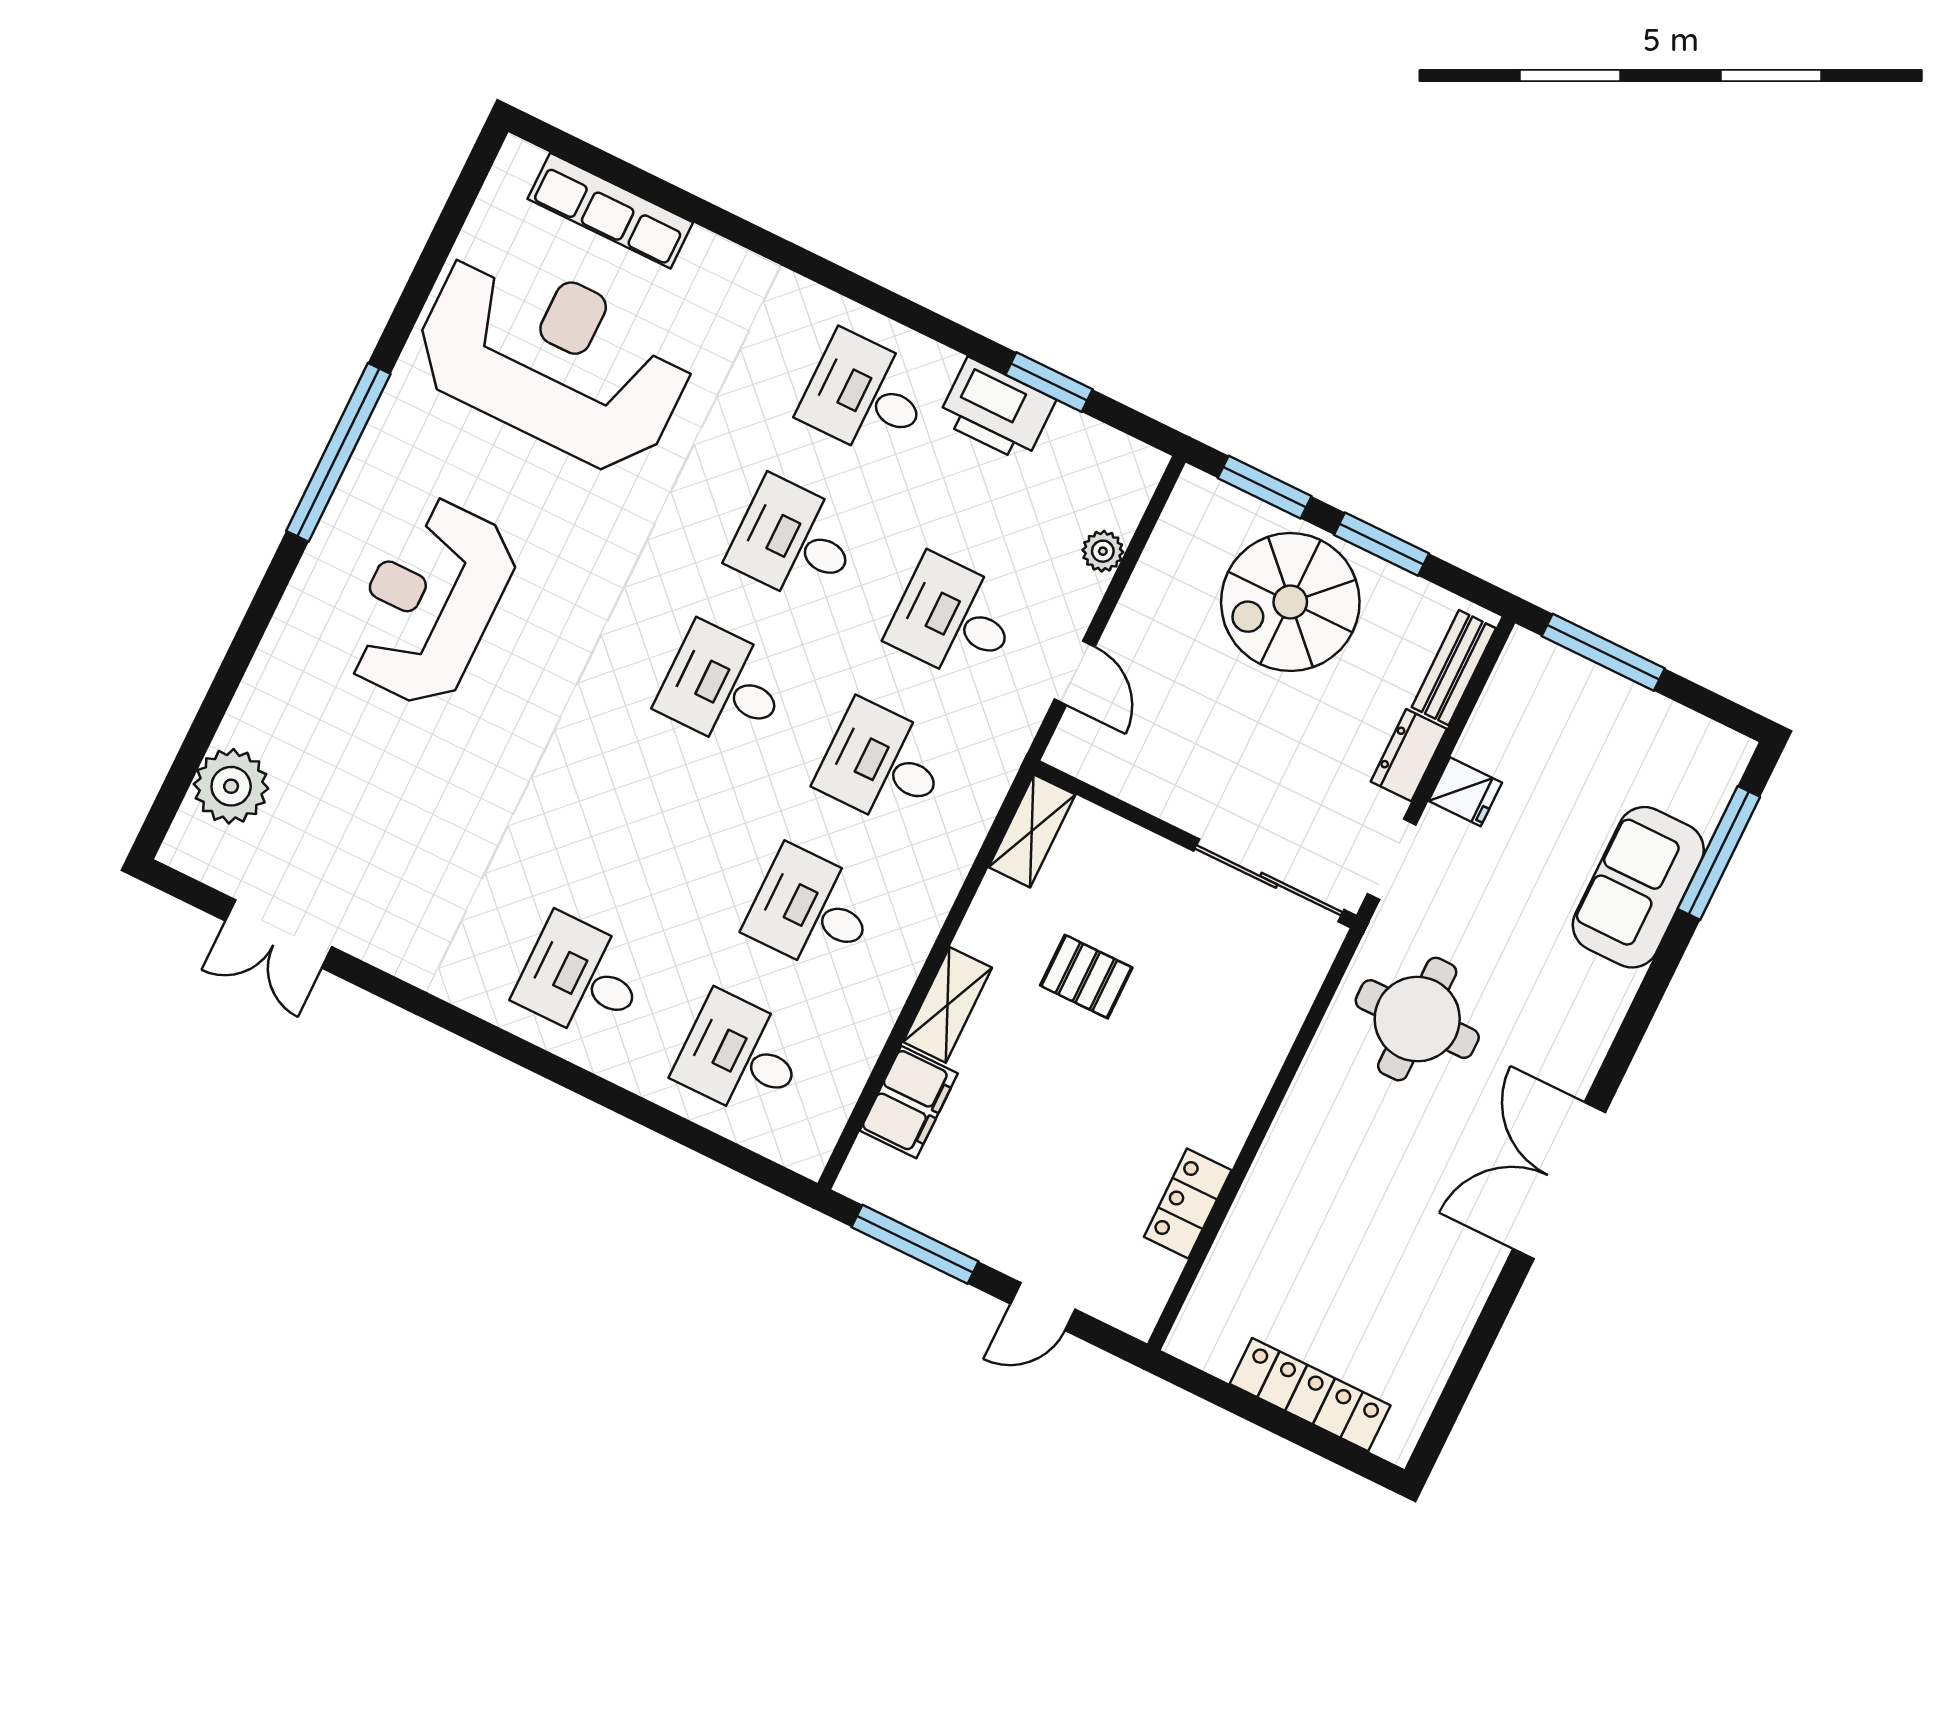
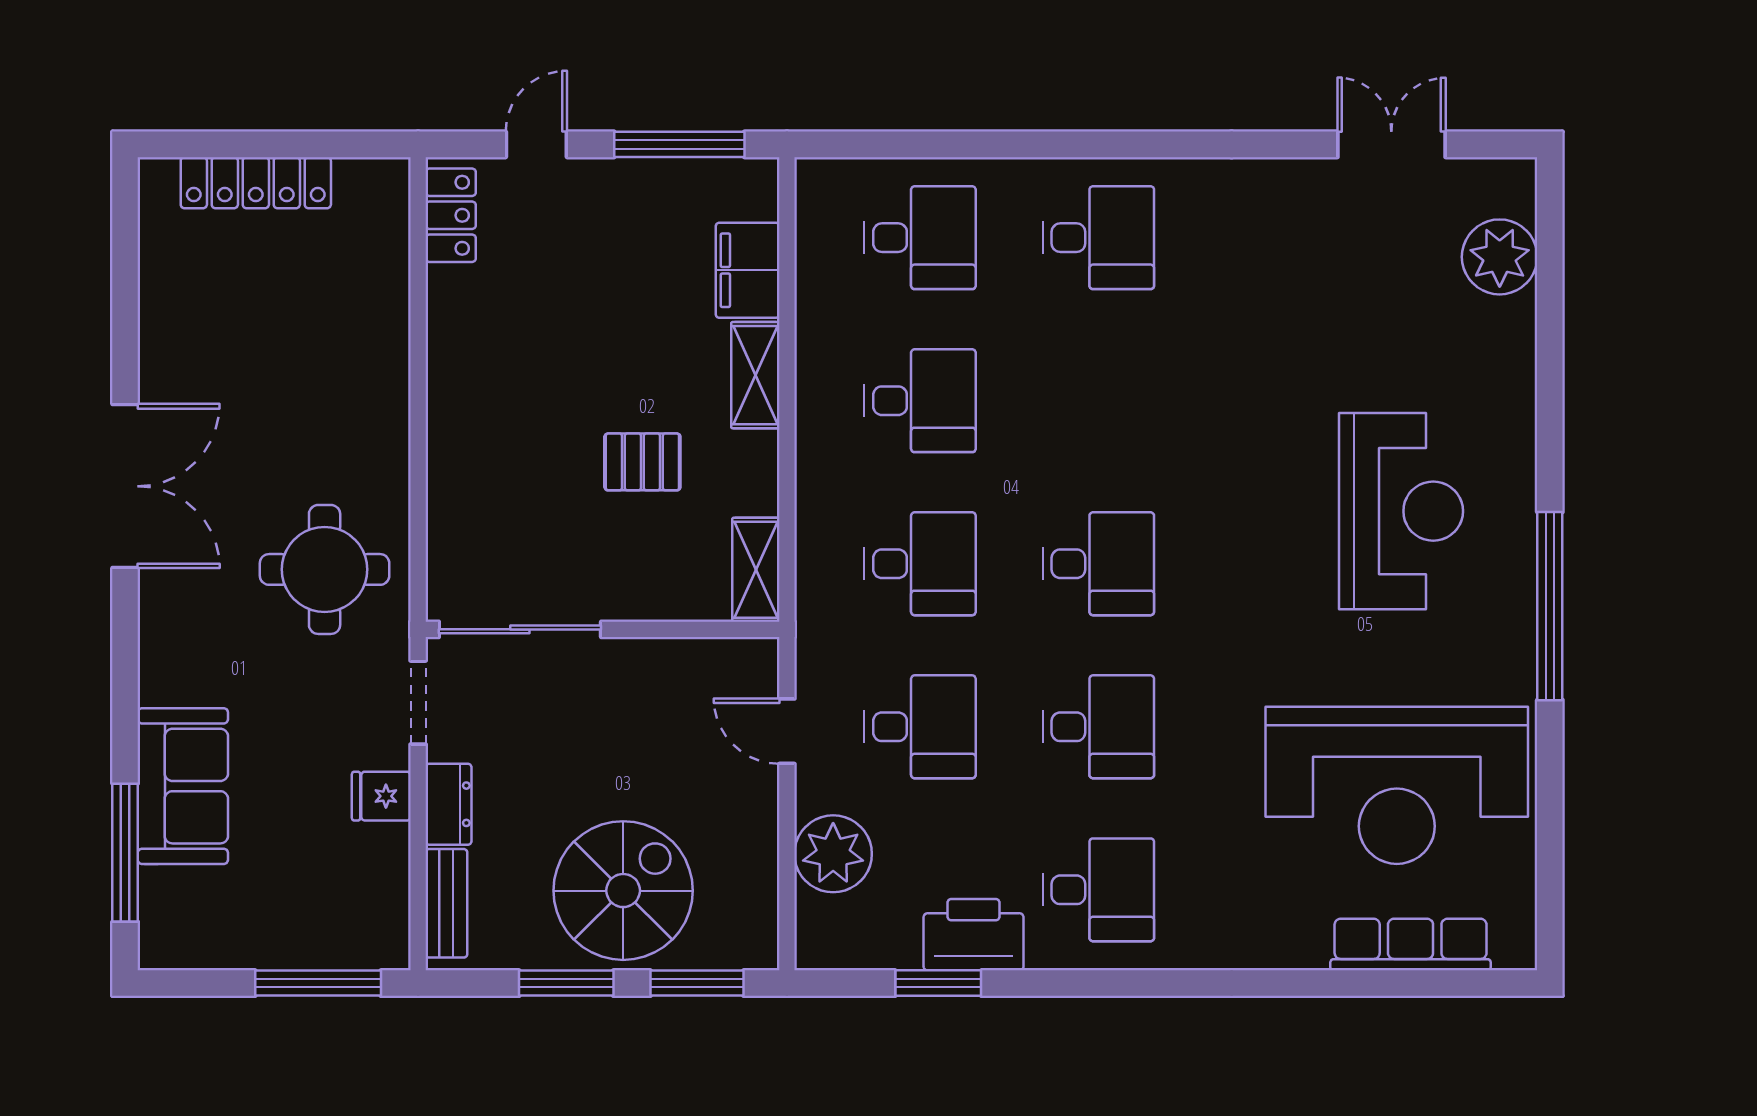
plant: (1103, 551) -> (833, 854), width x1.87, depth x1.87
locker: (1188, 1203) -> (451, 215), moved

